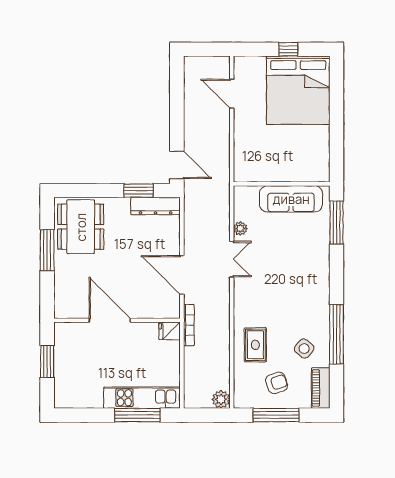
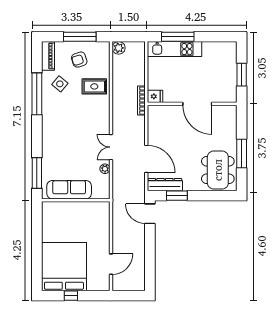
door: (232, 94) -> (111, 264), hinge flipped
door: (182, 275) -> (146, 159), moved
rug: (255, 345) -> (94, 86), turned 90

